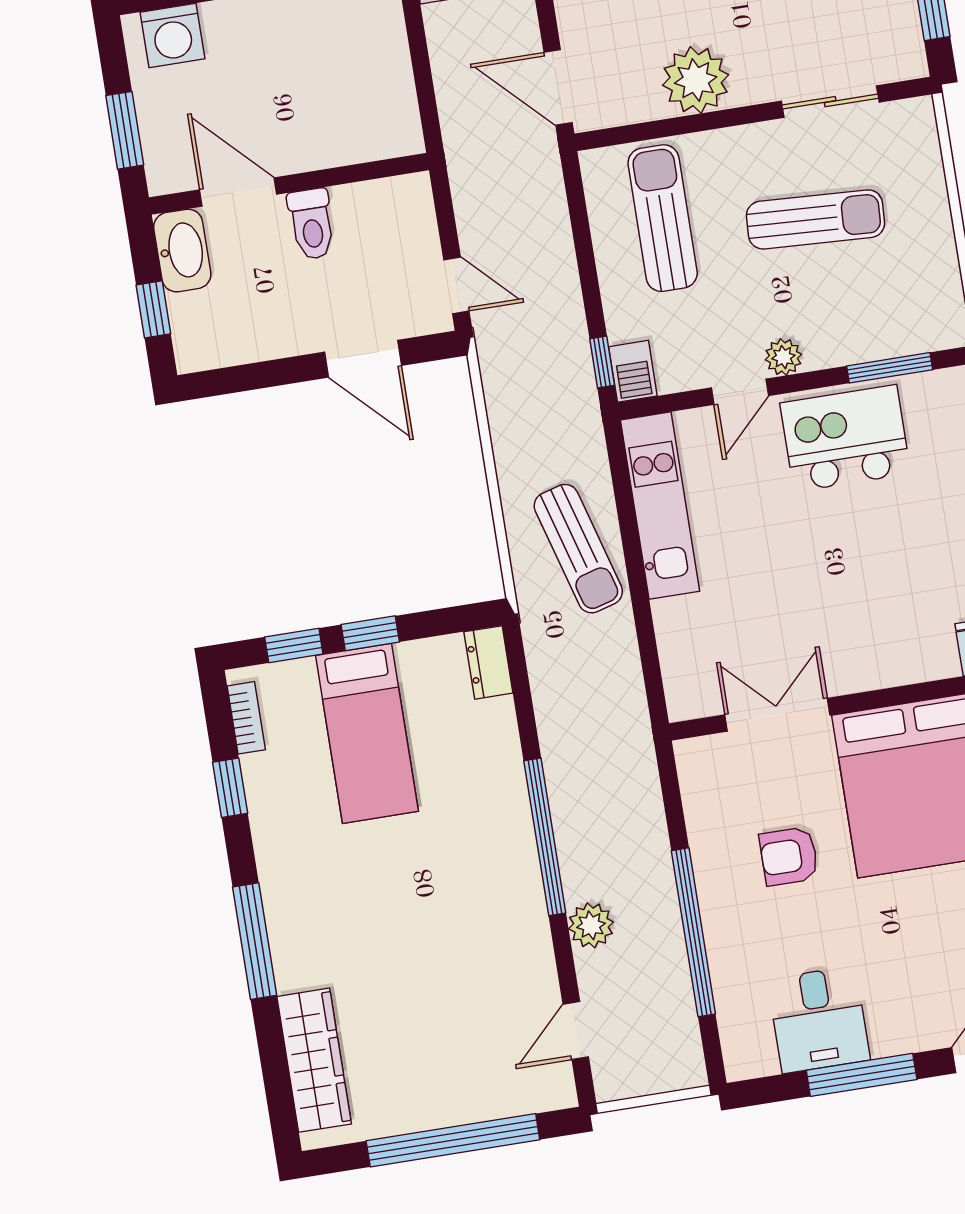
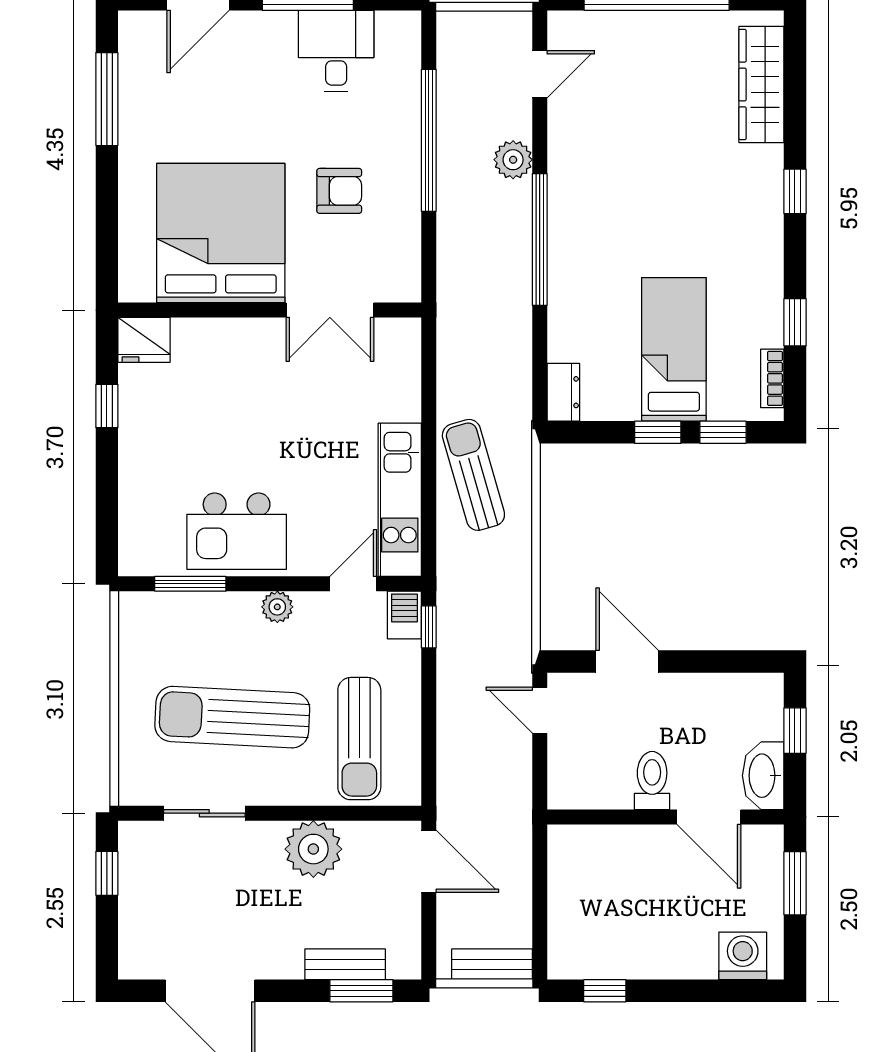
sun lounger: (815, 219) -> (232, 717), width x1.36, depth x1.34
door: (740, 392) -> (353, 584), moved
window: (255, 941) -> (795, 191), width x0.46

